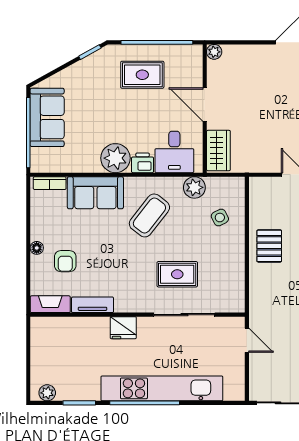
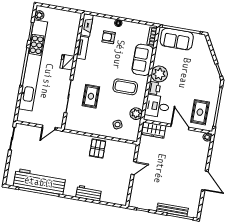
rug: (142, 75) -> (200, 112), moved
door: (205, 104) -> (180, 127), hinge flipped
sofa: (47, 117) -> (177, 39), moved
coffee table: (149, 215) -> (125, 87), turned -38
pallet: (269, 246) -> (98, 148), turned 90
kitchen unit: (162, 388) -> (33, 65), width x1.36

